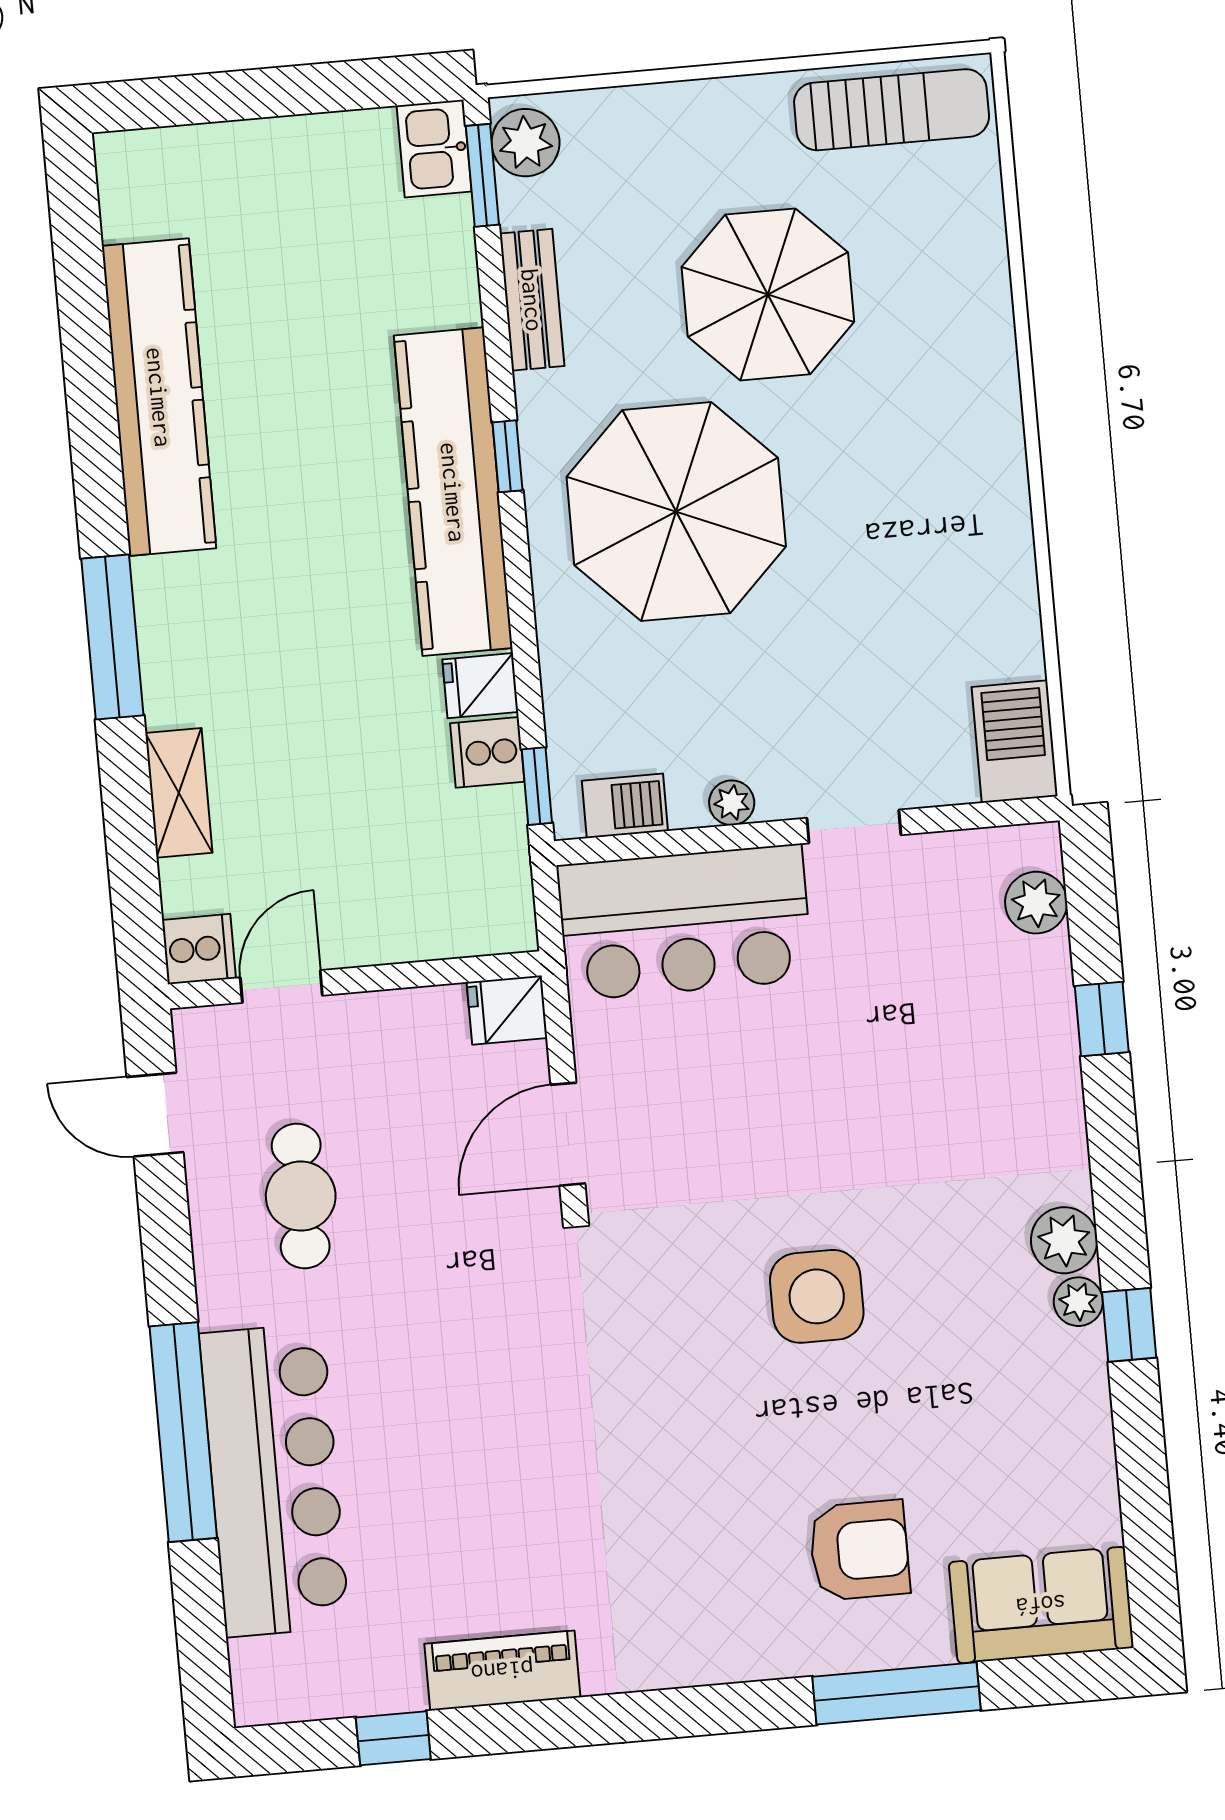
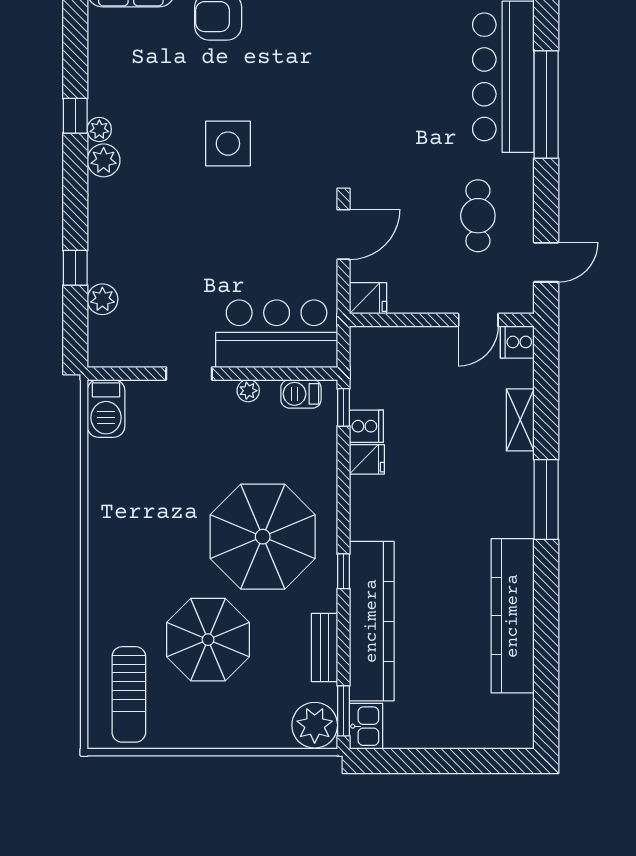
sun lounger: (892, 110) -> (129, 694), moved, turned -90
plant: (526, 143) -> (315, 725), width x1.36, depth x1.36
kitchen counter: (453, 492) -> (372, 621), moved
plant: (1036, 903) -> (102, 299), moved
door: (155, 1115) -> (546, 262), hinge flipped

